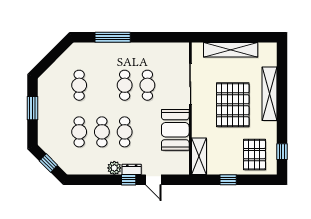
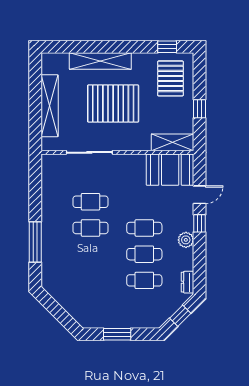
cafe table: (79, 85) -> (91, 280), removed
booth: (175, 130) -> (170, 170), moved
pallet: (254, 155) -> (170, 78), turned 90
dresser: (132, 169) -> (188, 282), moved

